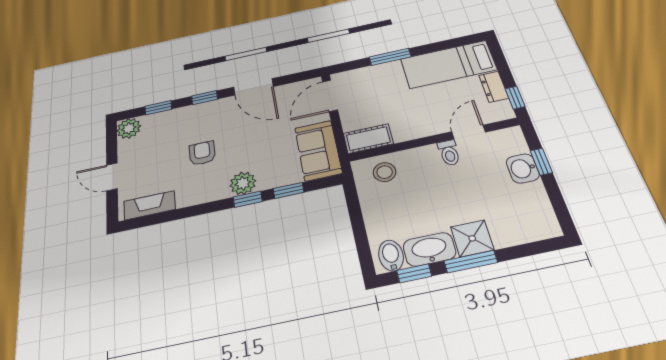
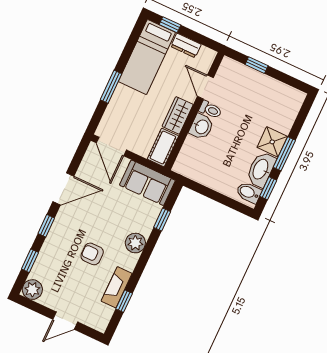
window: (515, 98) -> (170, 25), moved
wardrobe: (414, 128) -> (178, 115), added
washbasin: (523, 168) -> (201, 127), moved, turned -90
stool: (385, 172) -> (194, 156), removed
window: (248, 199) -> (124, 301), moved
fireplace: (149, 205) -> (117, 287), moved

